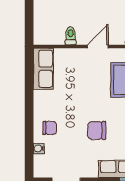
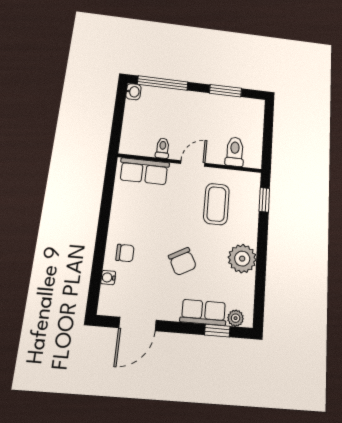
row of seats: (43, 69) -> (144, 171), moved, turned 90
chair: (97, 130) -> (182, 262), turned -118

